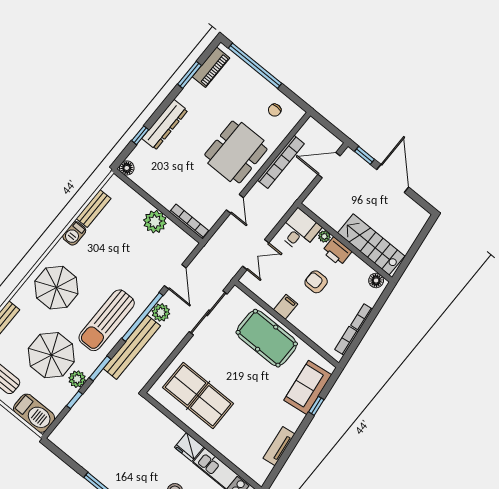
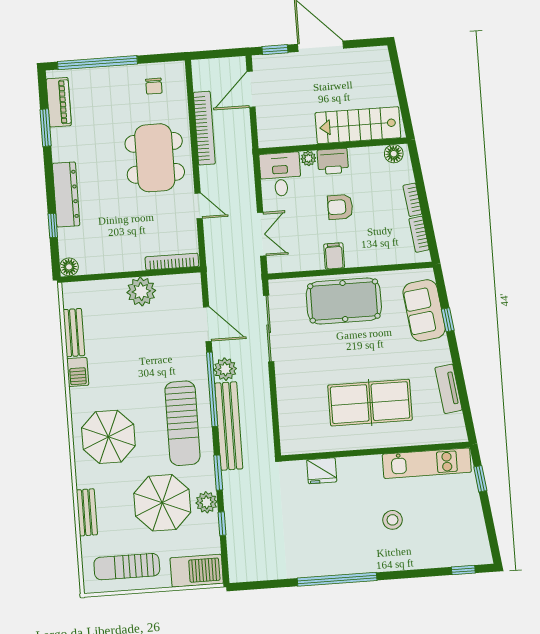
table tennis table: (198, 395) -> (370, 403), moved
fridge: (189, 447) -> (322, 471), moved

